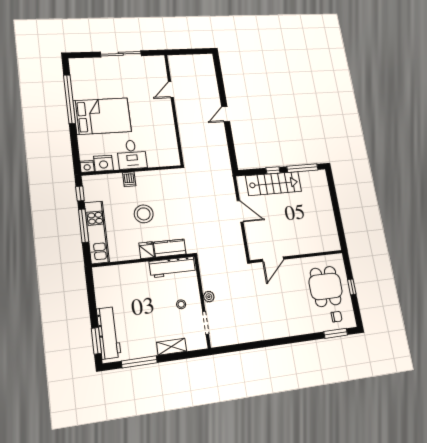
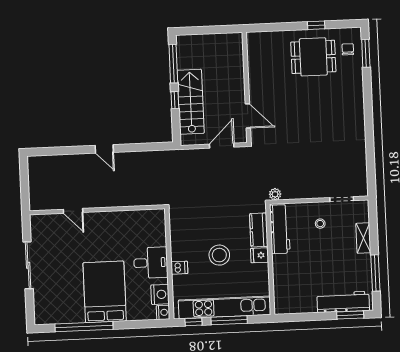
kitchen unit: (97, 232) -> (225, 307), width x1.36
wall: (297, 257) -> (247, 87), moved
door: (273, 259) -> (248, 116), moved
plant: (209, 297) -> (275, 194), moved

